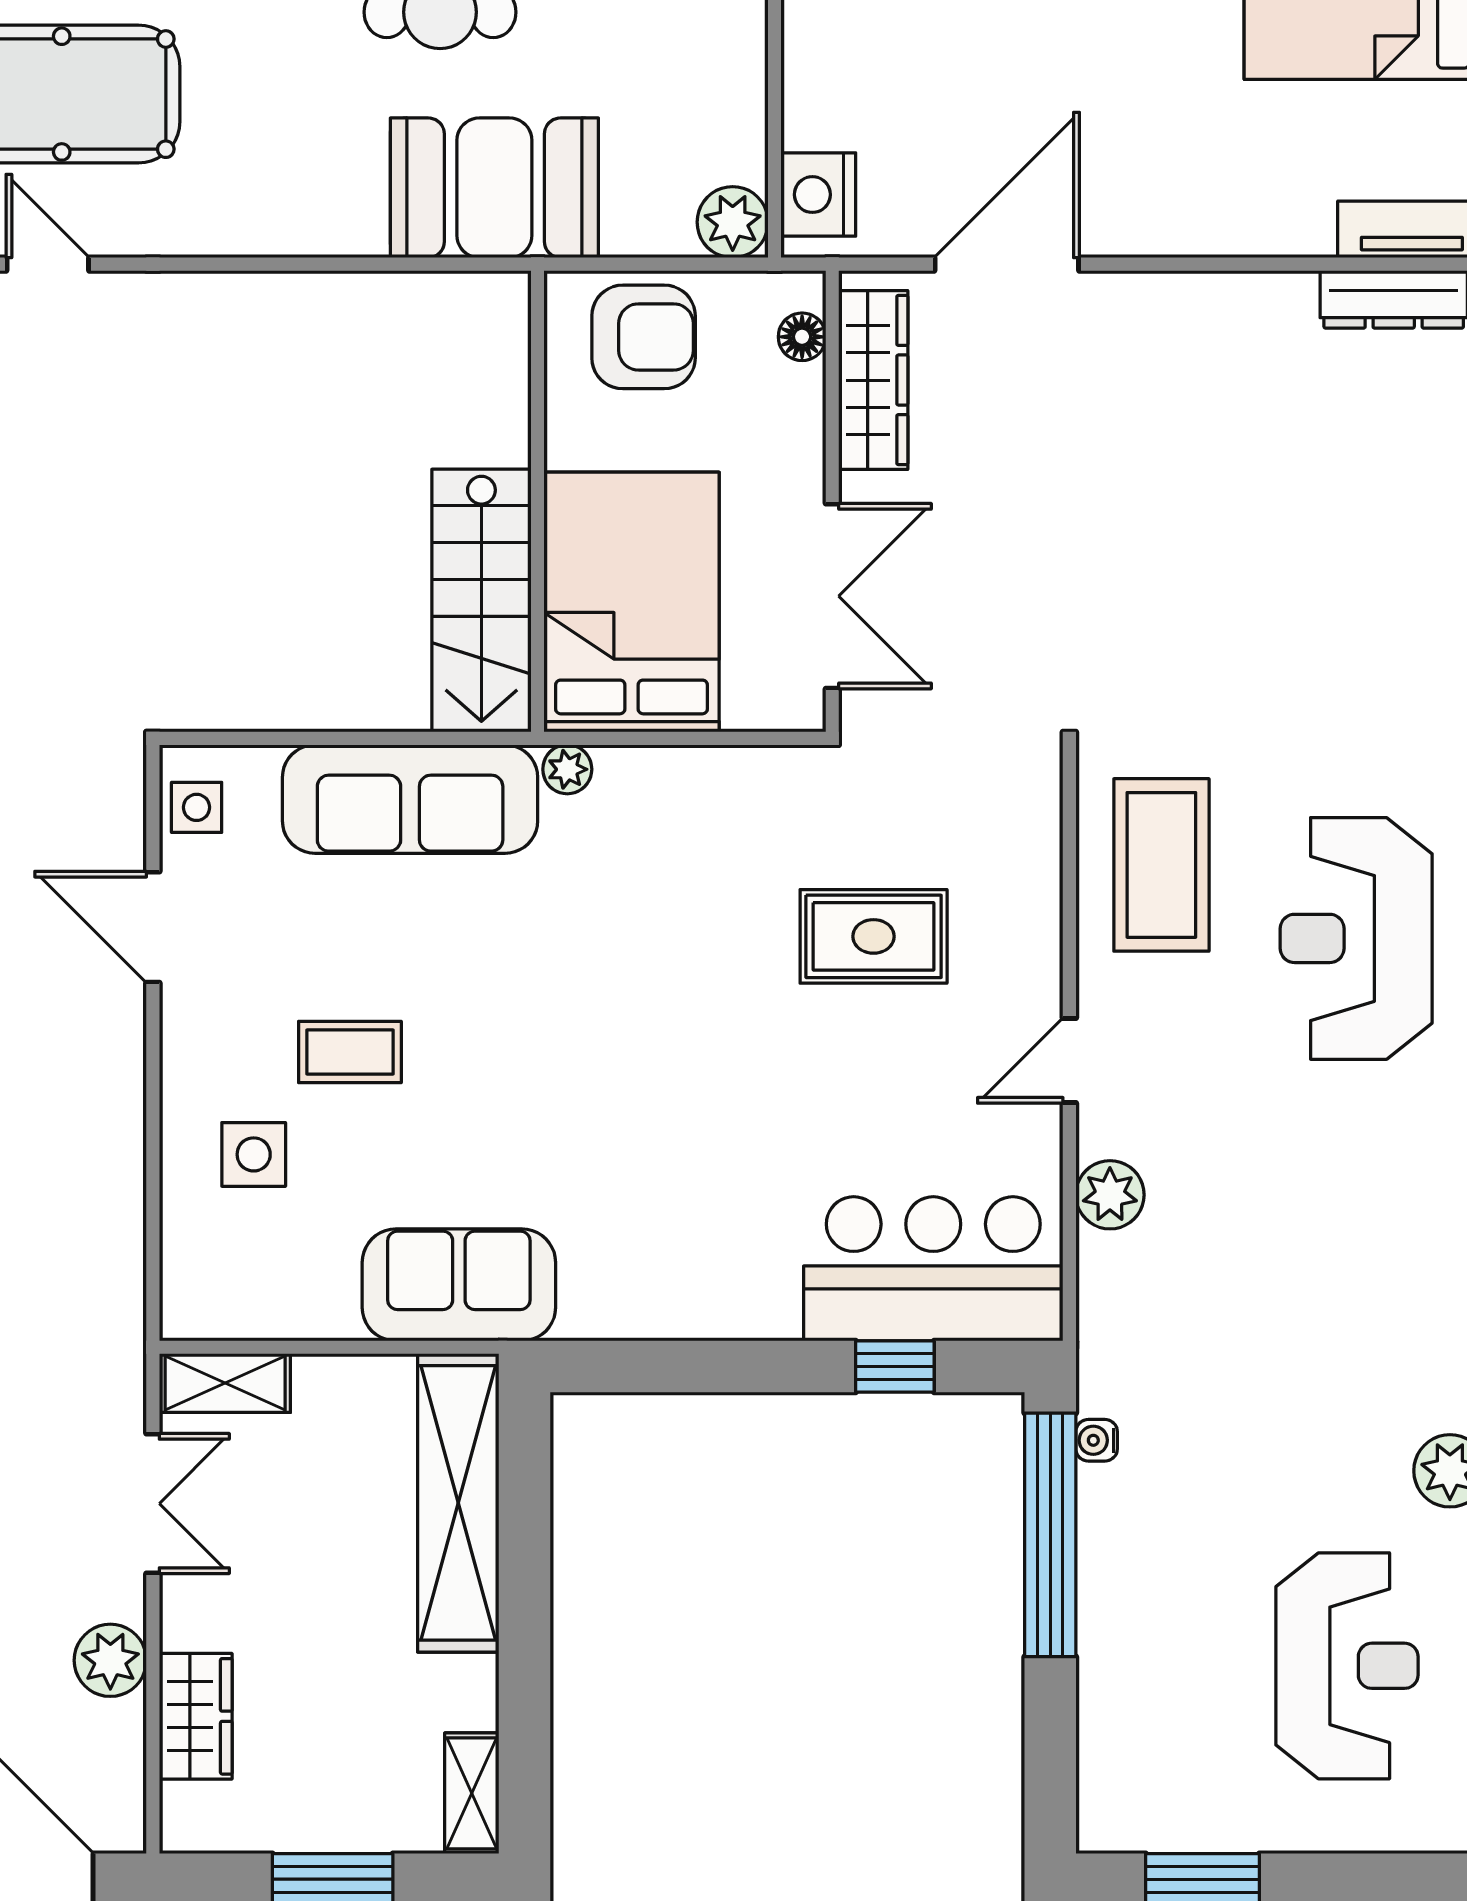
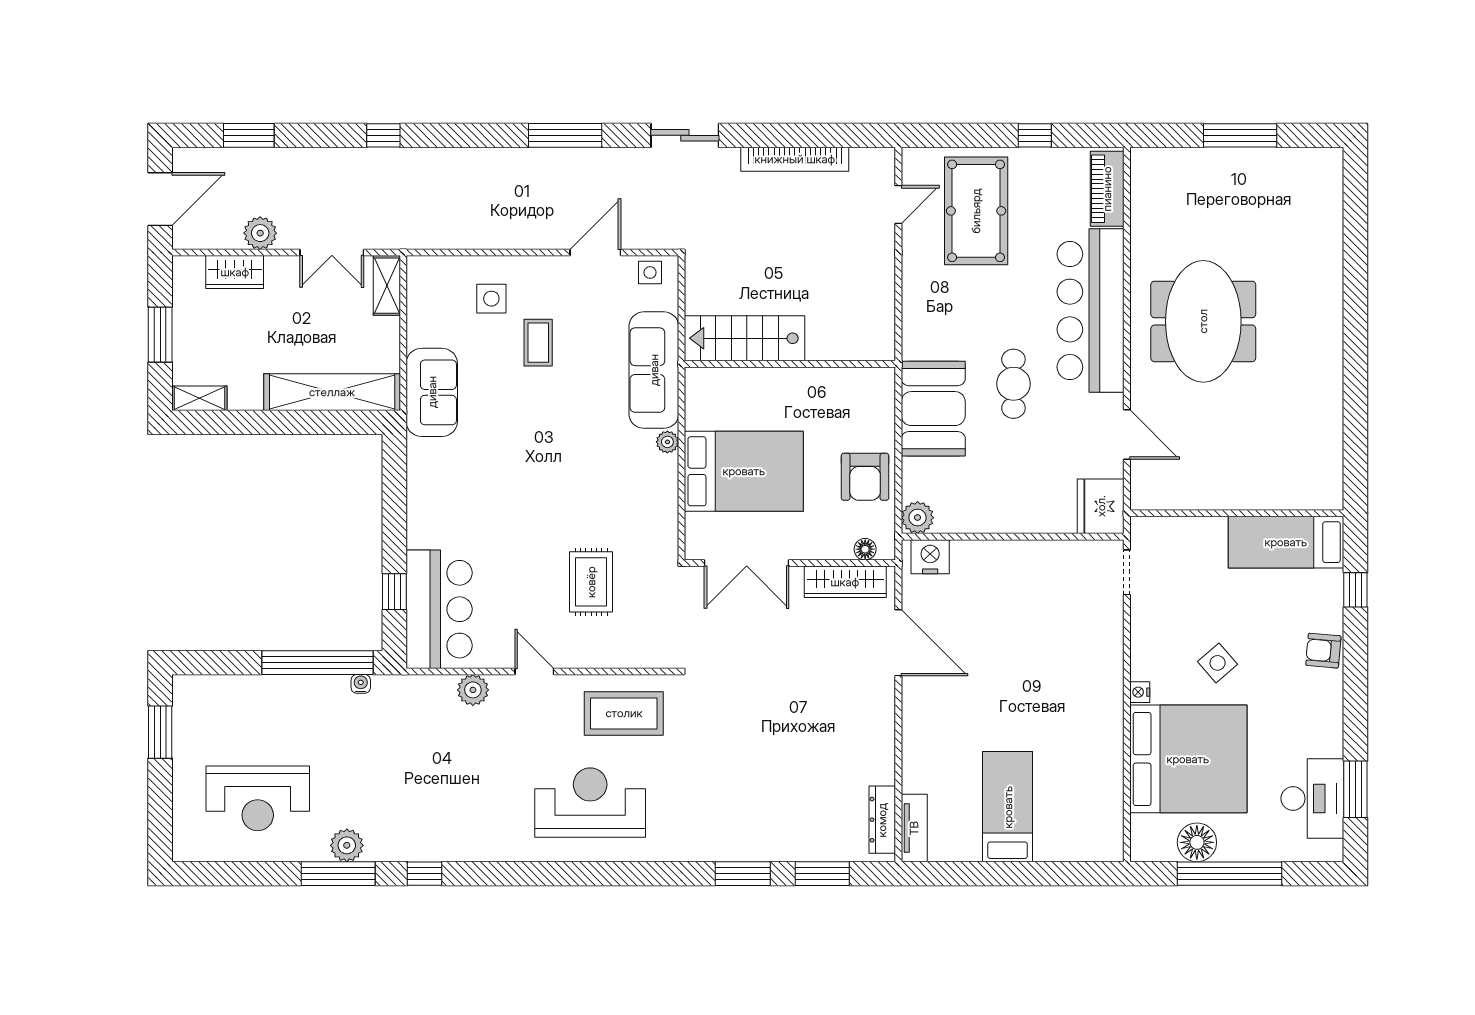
wall: (537, 501) -> (790, 364), moved
stairs: (481, 601) -> (745, 338), moved

